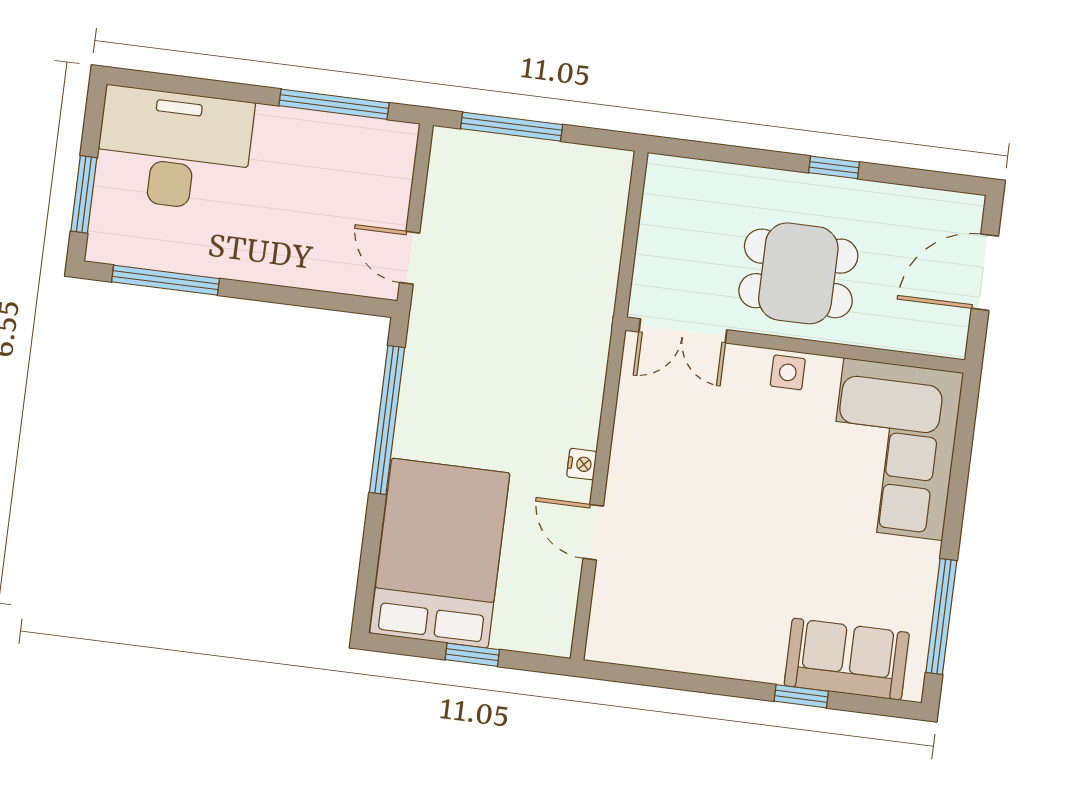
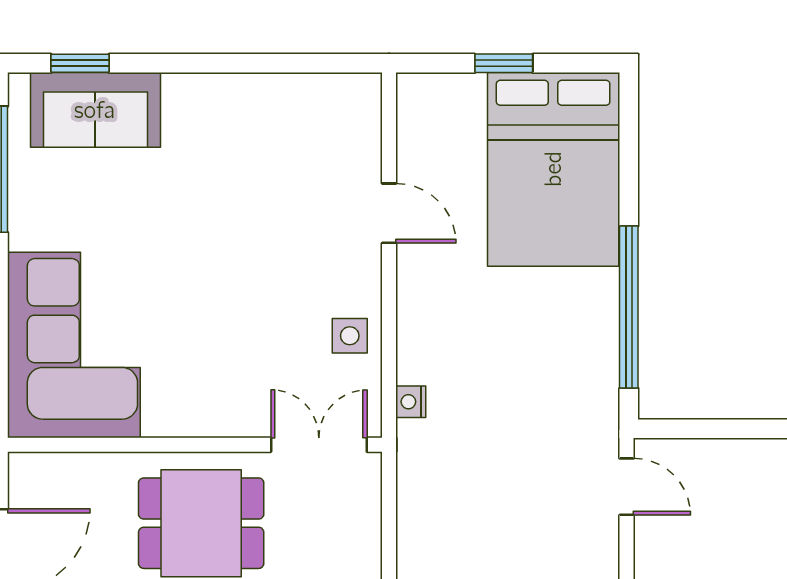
side table: (788, 372) -> (350, 336), moved
nightstand: (582, 464) -> (411, 402), moved
window: (801, 696) -> (80, 63), moved

